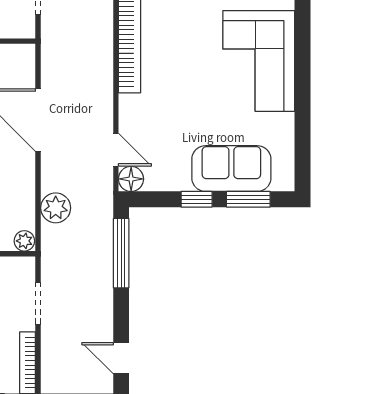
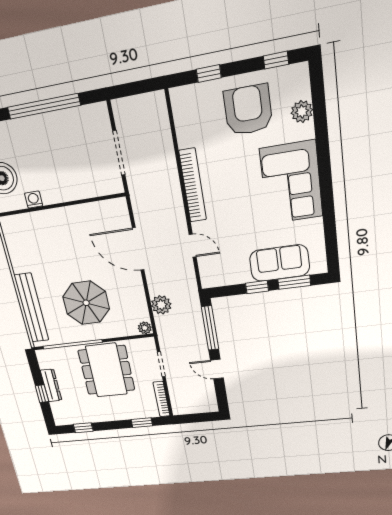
door: (116, 150) -> (193, 246), moved
floor lamp: (131, 179) -> (209, 280), removed
door: (121, 358) -> (217, 369), moved

